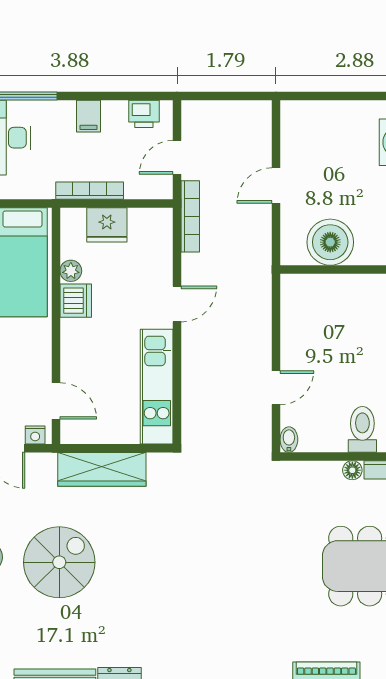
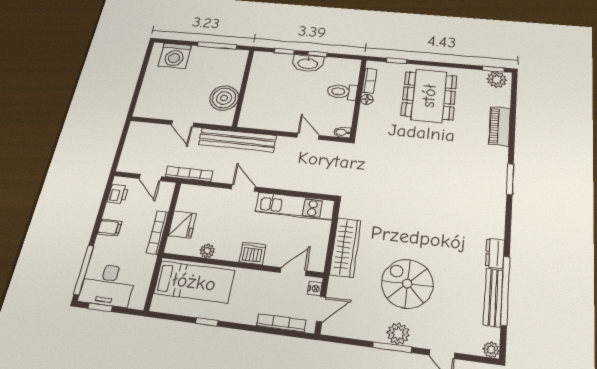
bench: (257, 279) -> (237, 140), added
dishwasher: (76, 301) -> (253, 253), moved

